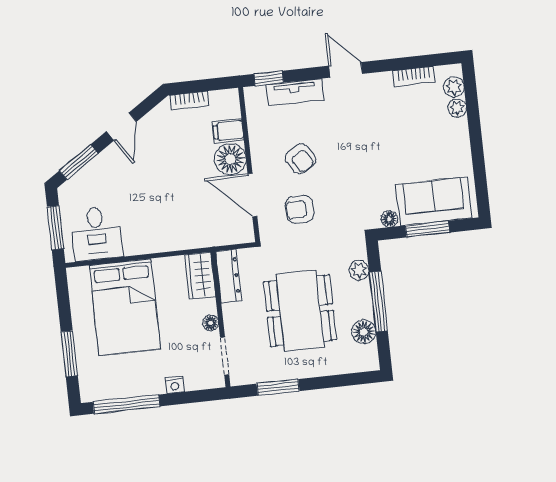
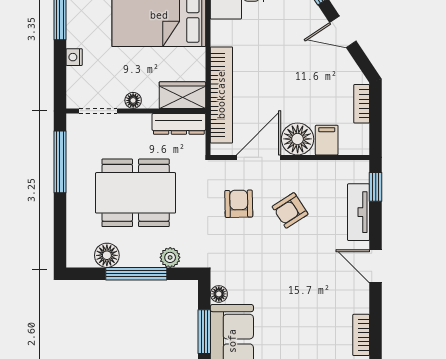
door: (346, 70) -> (376, 266), swing flipped
bookcase: (196, 238) -> (221, 95), added
window: (278, 387) -> (60, 162), width x1.44

